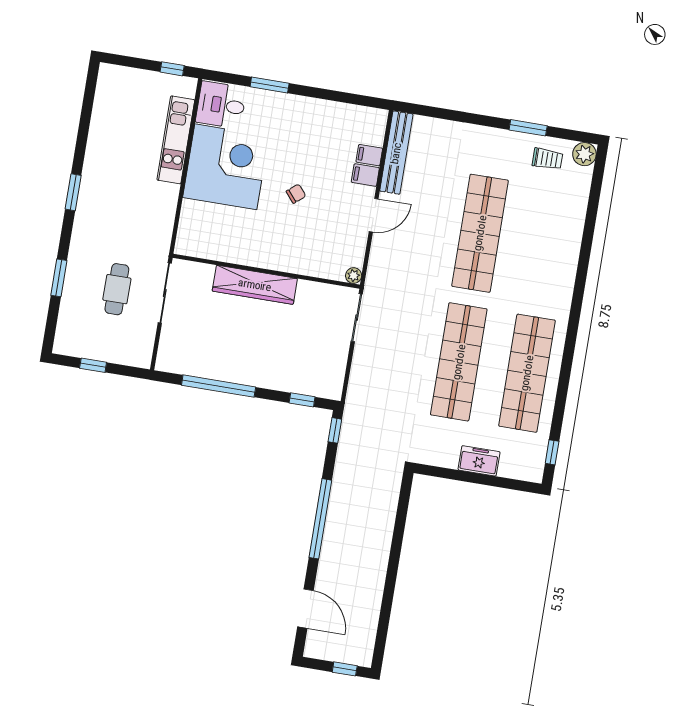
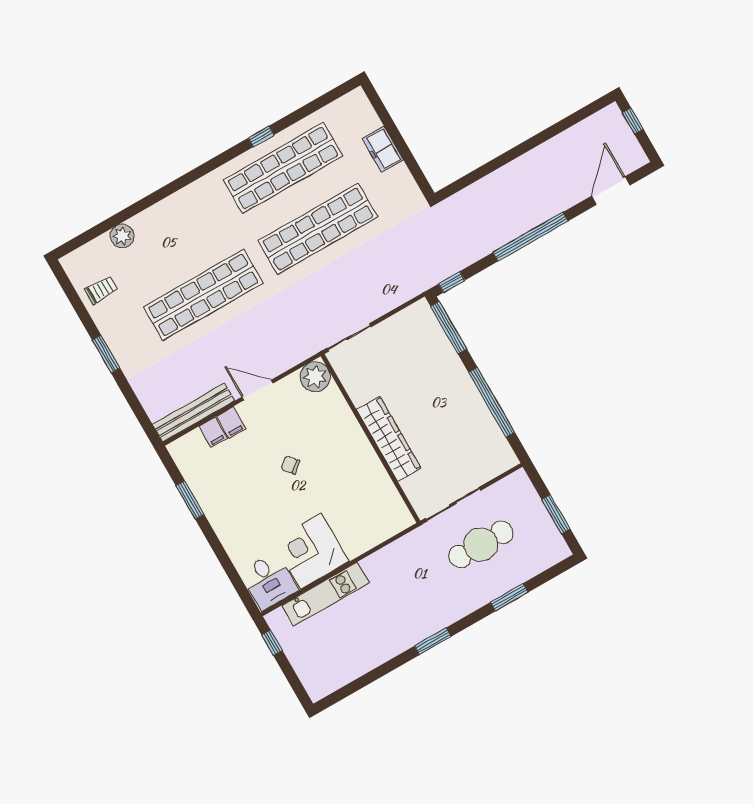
window: (270, 85) -> (190, 500), moved
window: (528, 128) -> (106, 354), moved
plant: (584, 154) -> (122, 236), moved
trolley: (547, 159) -> (101, 290), turned 90
corner desk: (226, 167) -> (311, 551), width x0.74, depth x0.74
plant: (354, 276) -> (315, 377), width x1.87, depth x1.87
cafe table: (117, 289) -> (481, 544), width x1.37, depth x1.35
window: (93, 365) -> (556, 514), width x1.50
window: (302, 400) -> (449, 328), width x2.17
window: (552, 452) -> (261, 136), moved

